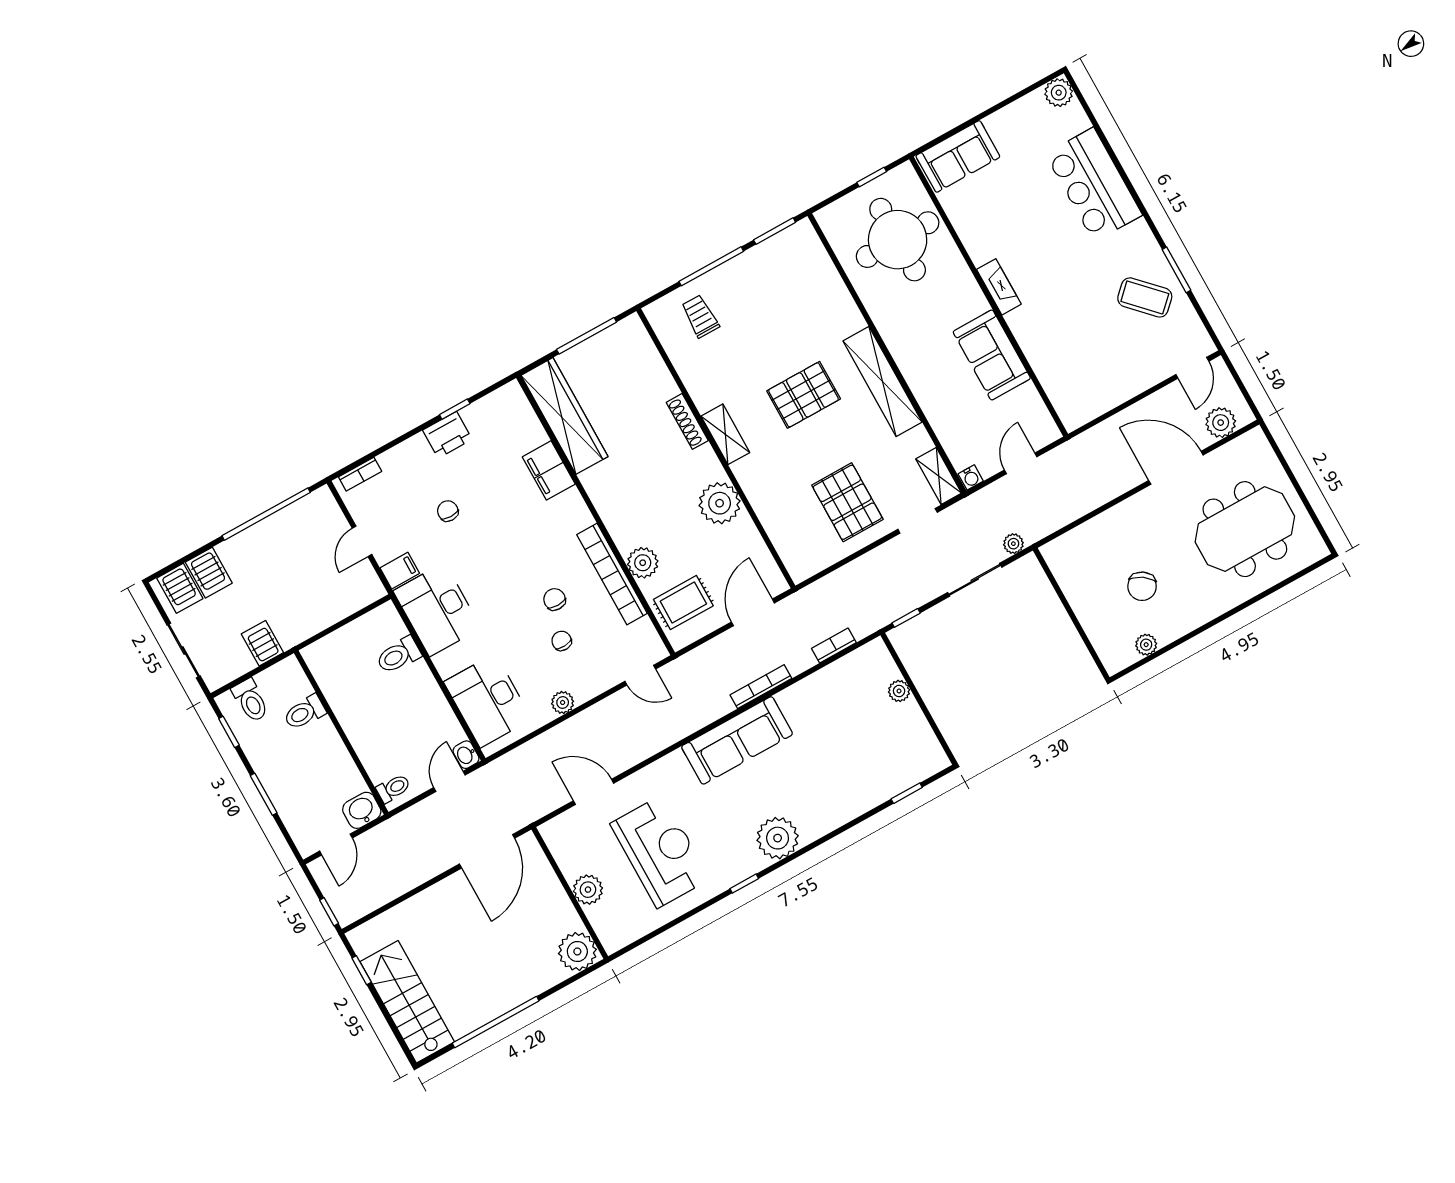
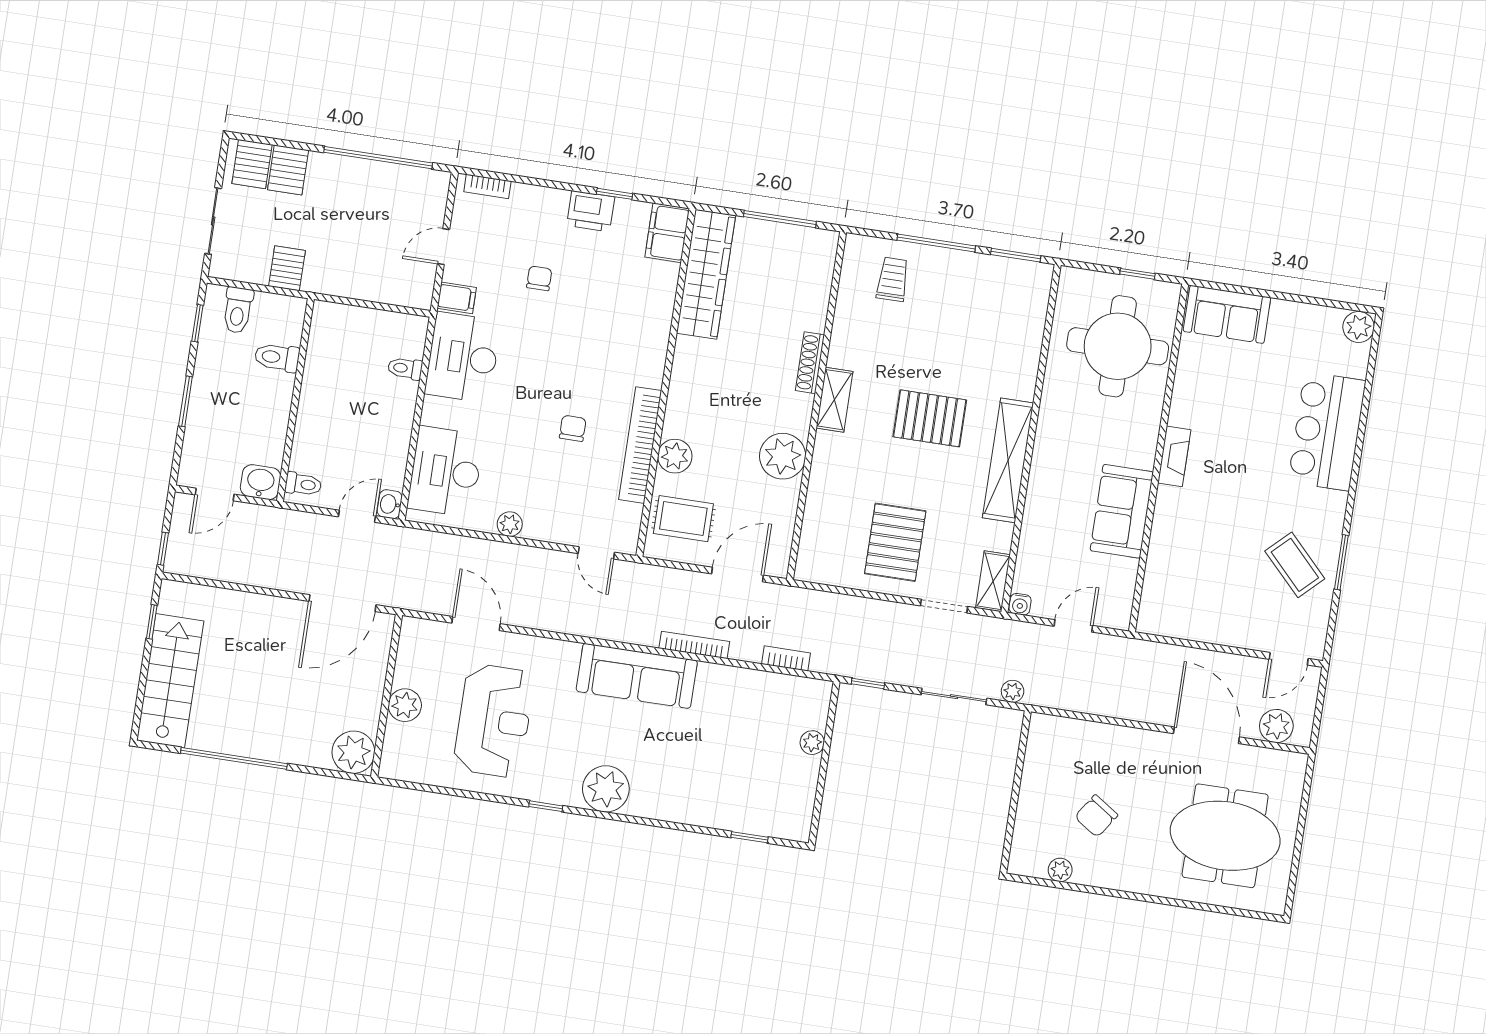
filing cabinet: (549, 470) -> (667, 233), moved
chair: (562, 641) -> (551, 469), removed
toilet: (399, 655) -> (405, 368), width x0.73, depth x0.72

